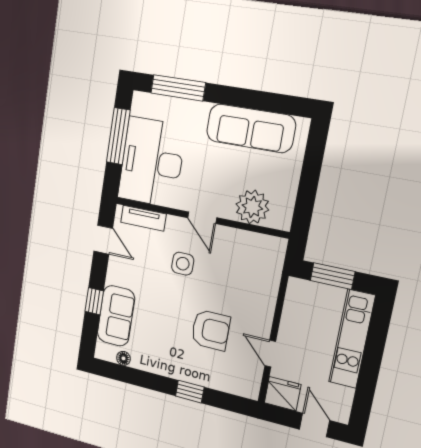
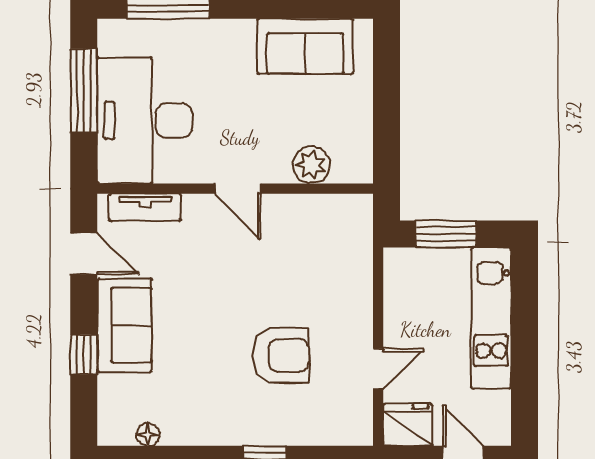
sofa: (251, 128) -> (305, 46), width x0.73
plant: (252, 207) -> (311, 165), width x0.73, depth x0.73
side table: (183, 264) -> (220, 264), removed
sofa: (116, 316) -> (124, 325), moved
door: (270, 354) -> (378, 369), swing flipped

